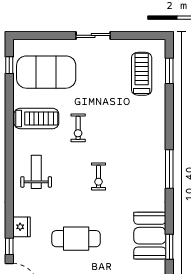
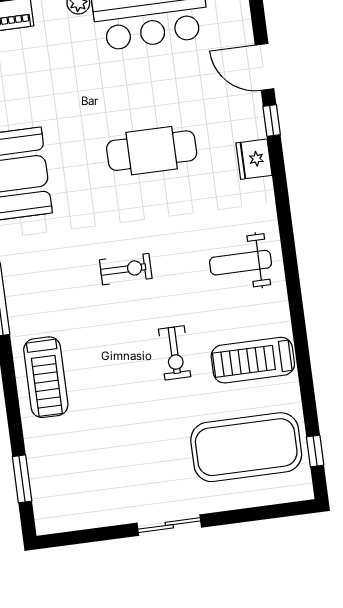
treadmill: (142, 74) -> (46, 377), moved
exercise bike: (78, 128) -> (175, 353), turned 180
weight bench: (36, 172) -> (240, 263), turned 90
exercise bike: (98, 177) -> (126, 269), turned 90

